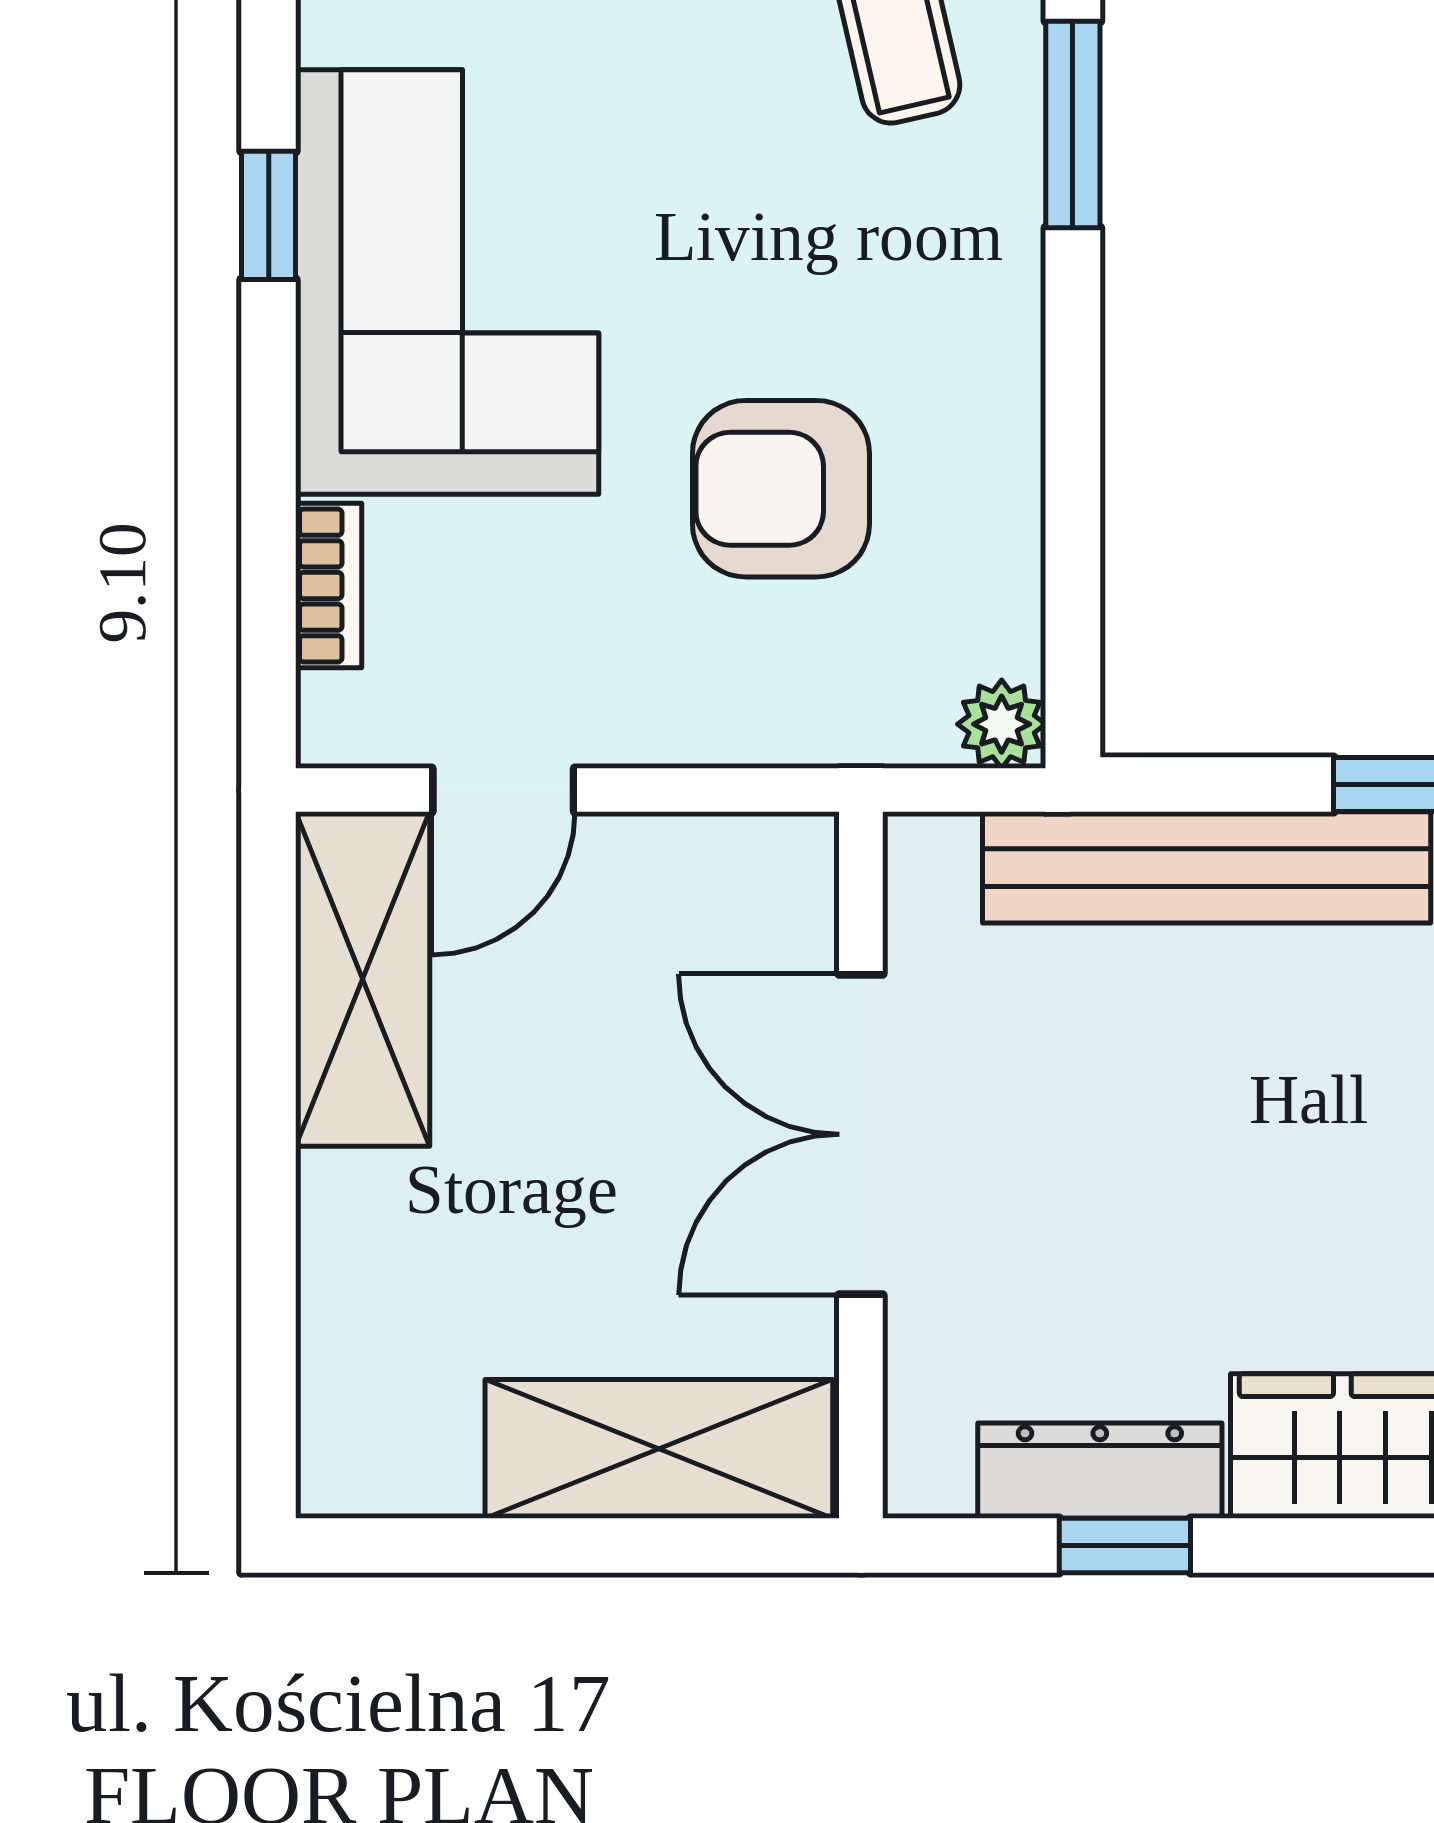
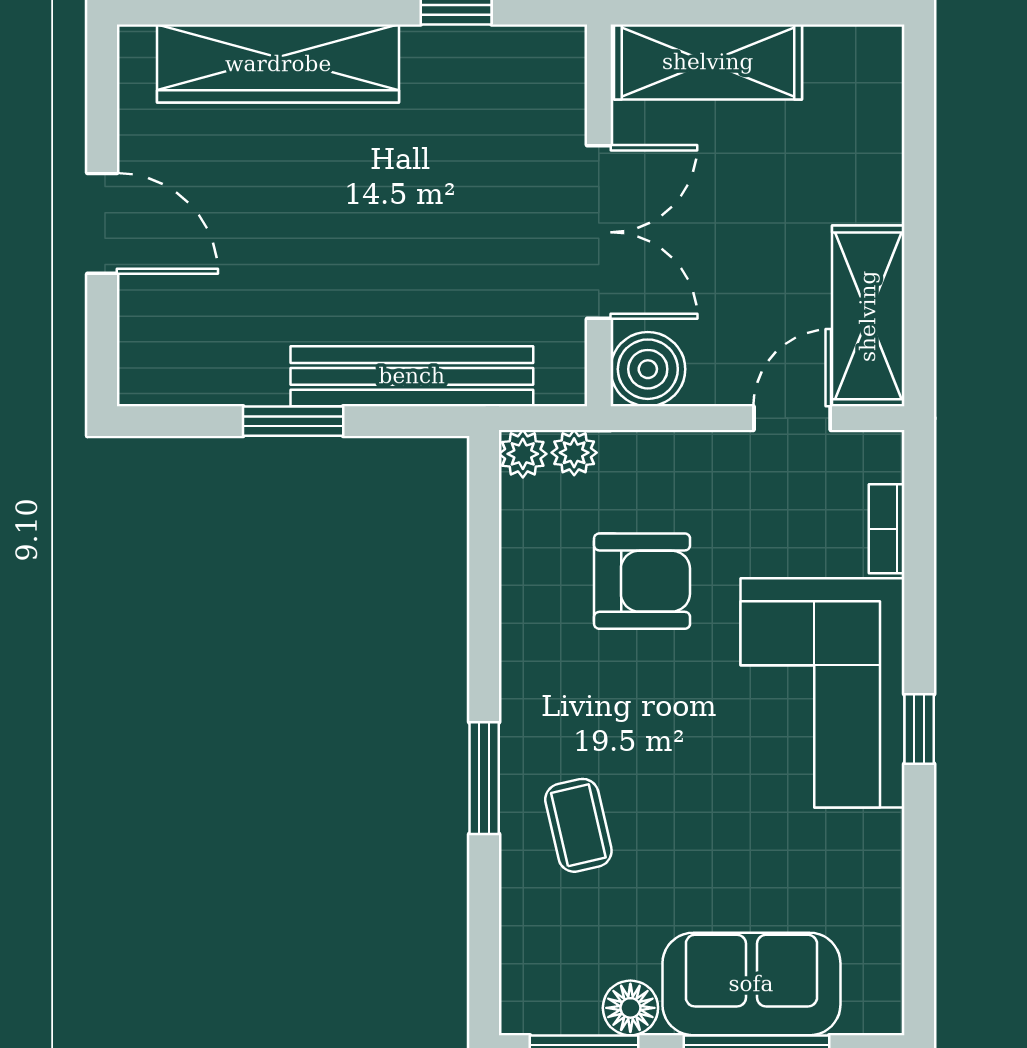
plant: (907, 726) -> (574, 453), added
boiler: (770, 881) -> (648, 369), added
dresser: (1100, 1471) -> (470, 50), removed

